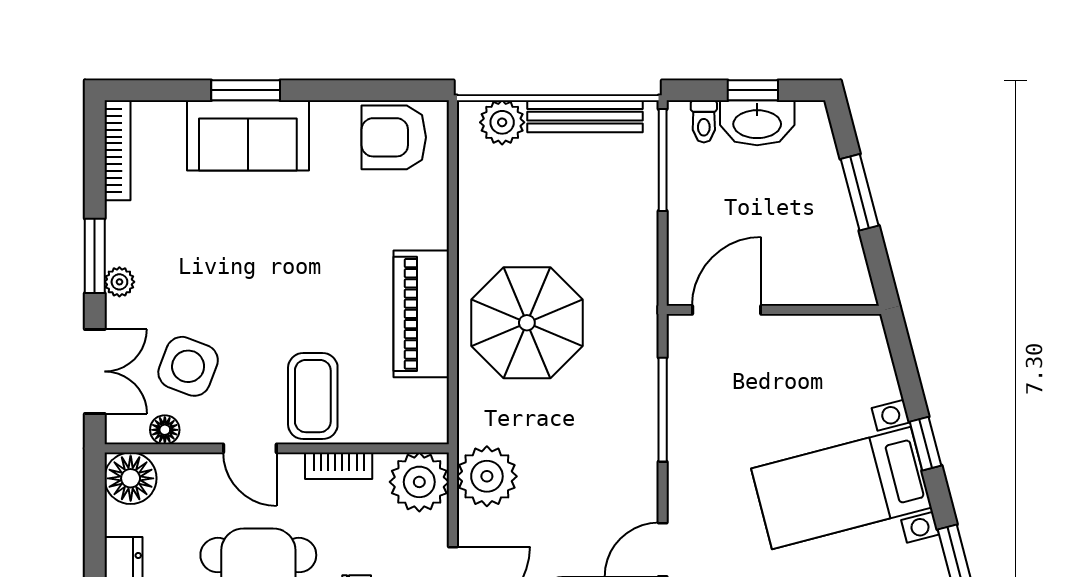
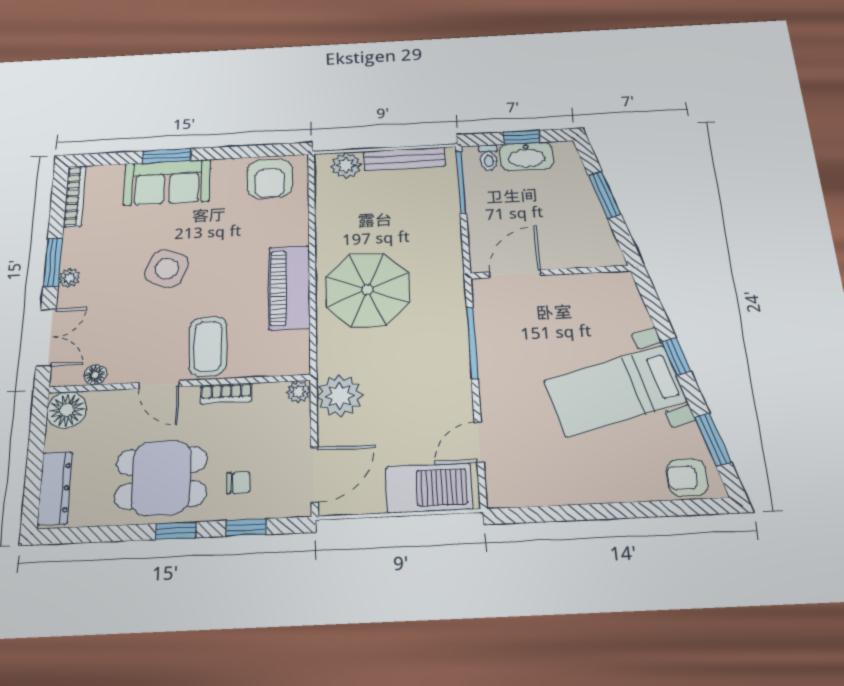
armchair: (394, 137) -> (270, 178), turned -90
side table: (188, 366) -> (167, 269), moved
plant: (419, 482) -> (298, 392), width x0.53, depth x0.53

